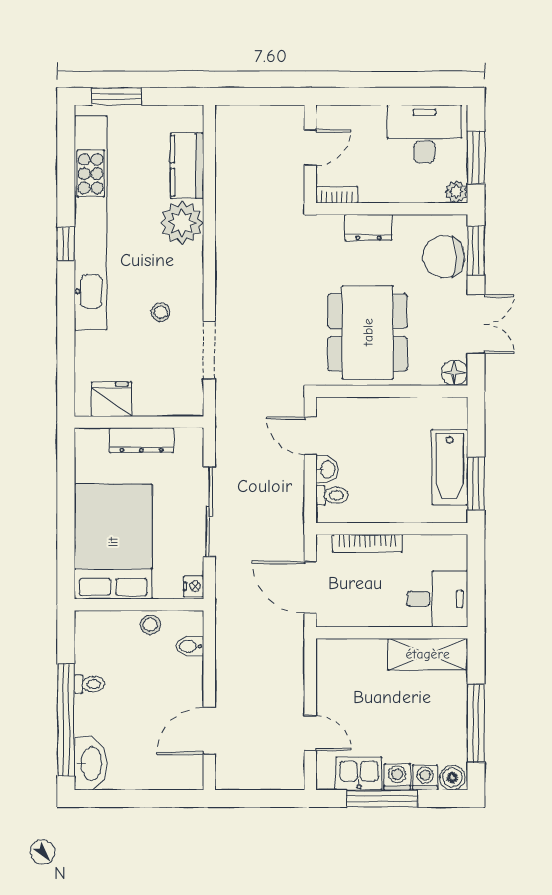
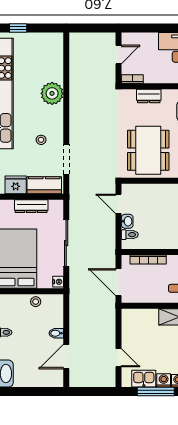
window: (116, 96) -> (18, 28), width x0.67
kitchen counter: (187, 166) -> (44, 185), moved, turned 90
bidet: (190, 646) -> (56, 333), moved

